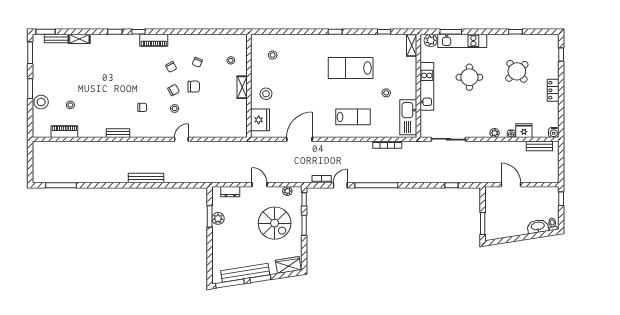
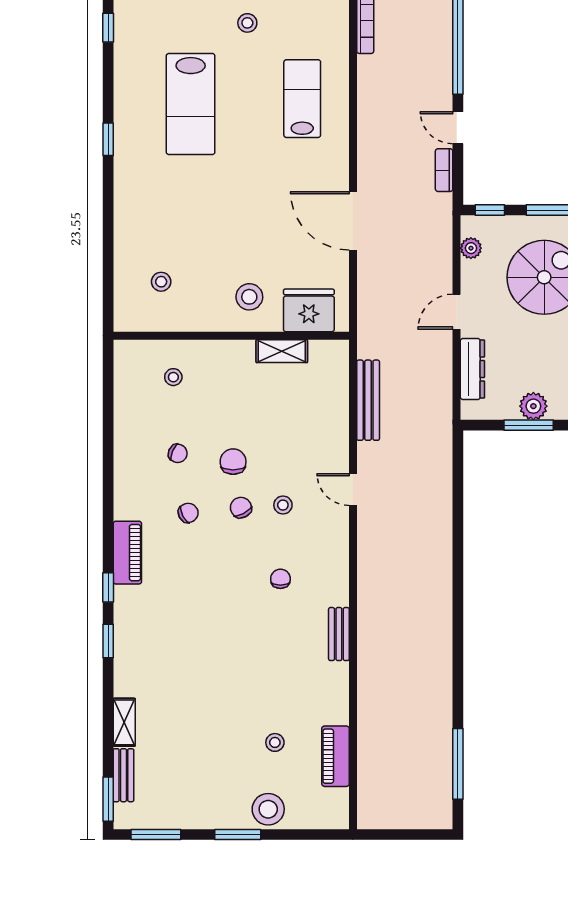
shelving: (242, 87) -> (282, 351), moved
bench: (146, 178) -> (368, 400), moved
dresser: (230, 192) -> (472, 369), width x1.44

